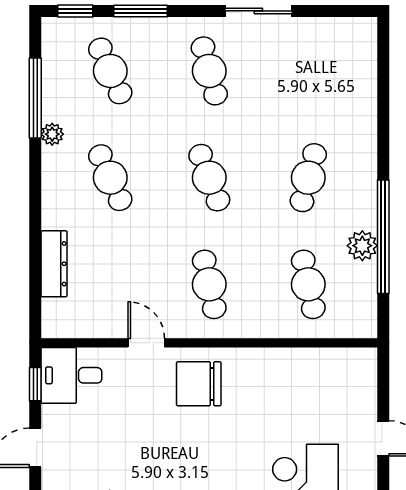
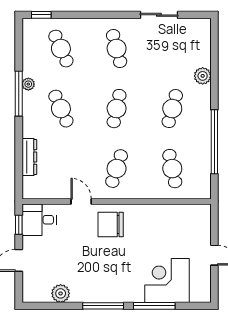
window: (141, 11) -> (78, 15), removed
sliding door: (258, 11) -> (159, 15), moved
window: (35, 98) -> (19, 94), moved
cafe table: (209, 178) -> (117, 109), turned 33
plant: (362, 246) -> (203, 76), moved
cafe table: (209, 284) -> (117, 169), turned 30

